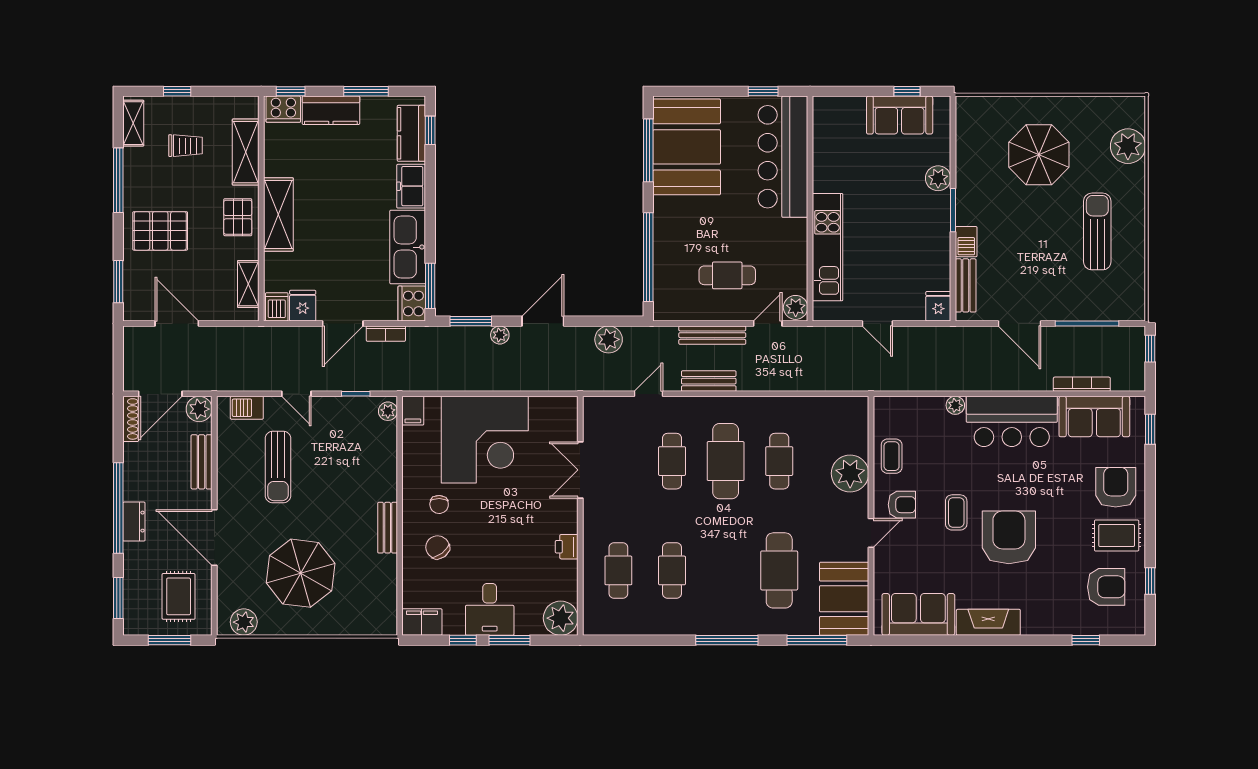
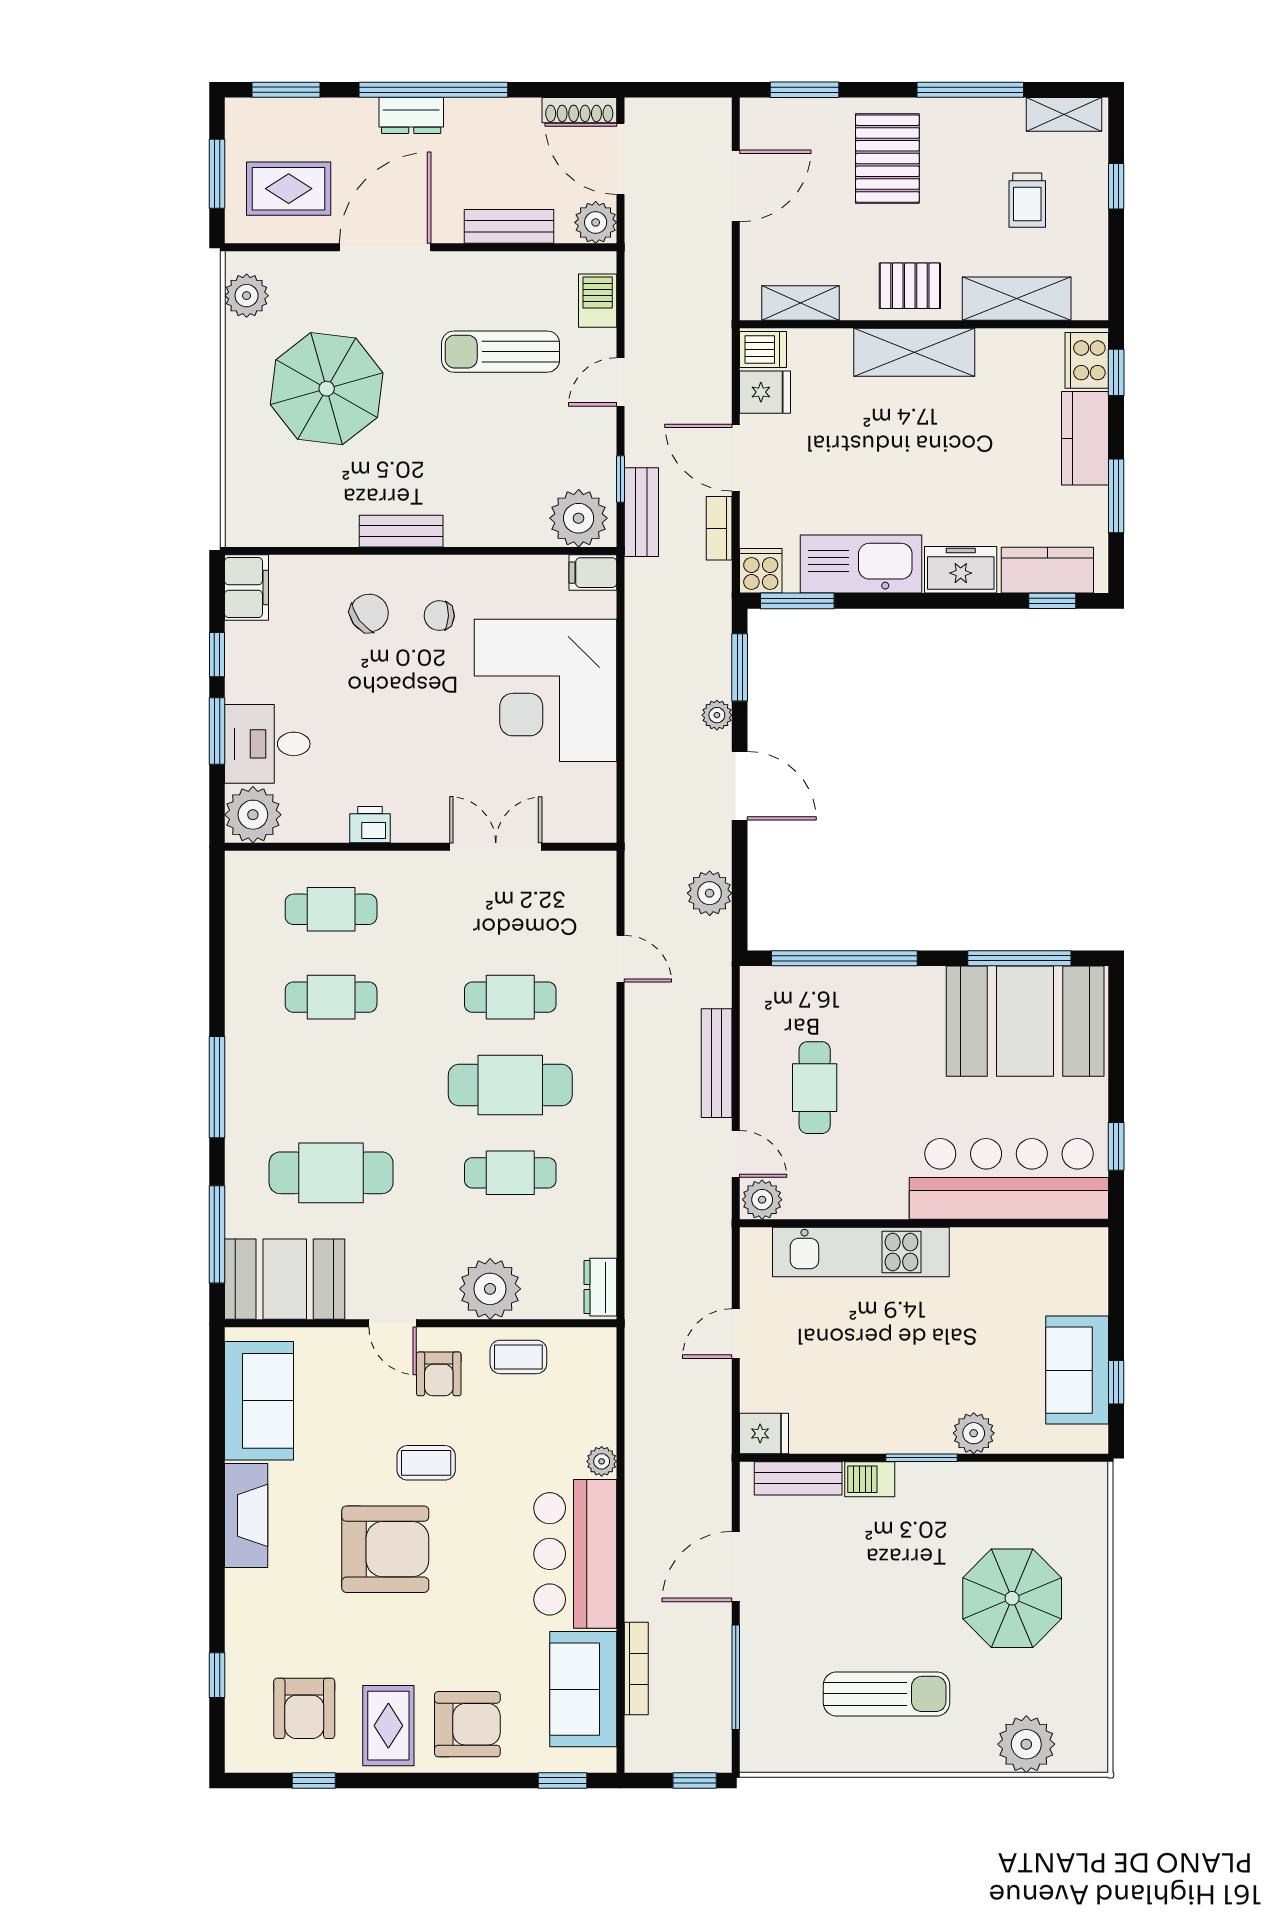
cooker: (412, 303) -> (761, 571), width x0.73
bench: (709, 381) -> (641, 512), moved
dresser: (849, 406) -> (600, 1287), added
plant: (388, 411) -> (579, 518), width x1.88, depth x1.88
desk: (490, 609) -> (267, 744), moved

